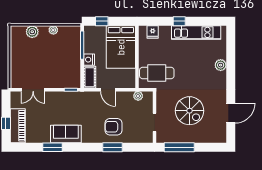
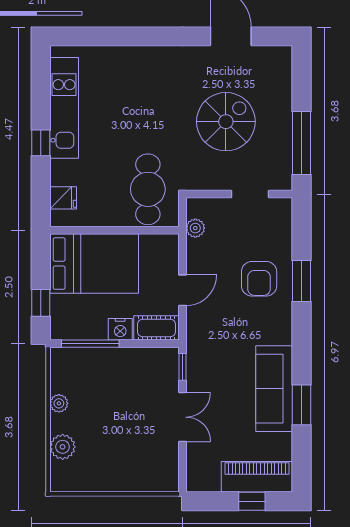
plant: (221, 65) -> (131, 57), removed
double door: (33, 90) -> (182, 417), moved
sofa: (66, 134) -> (274, 389), width x1.36

